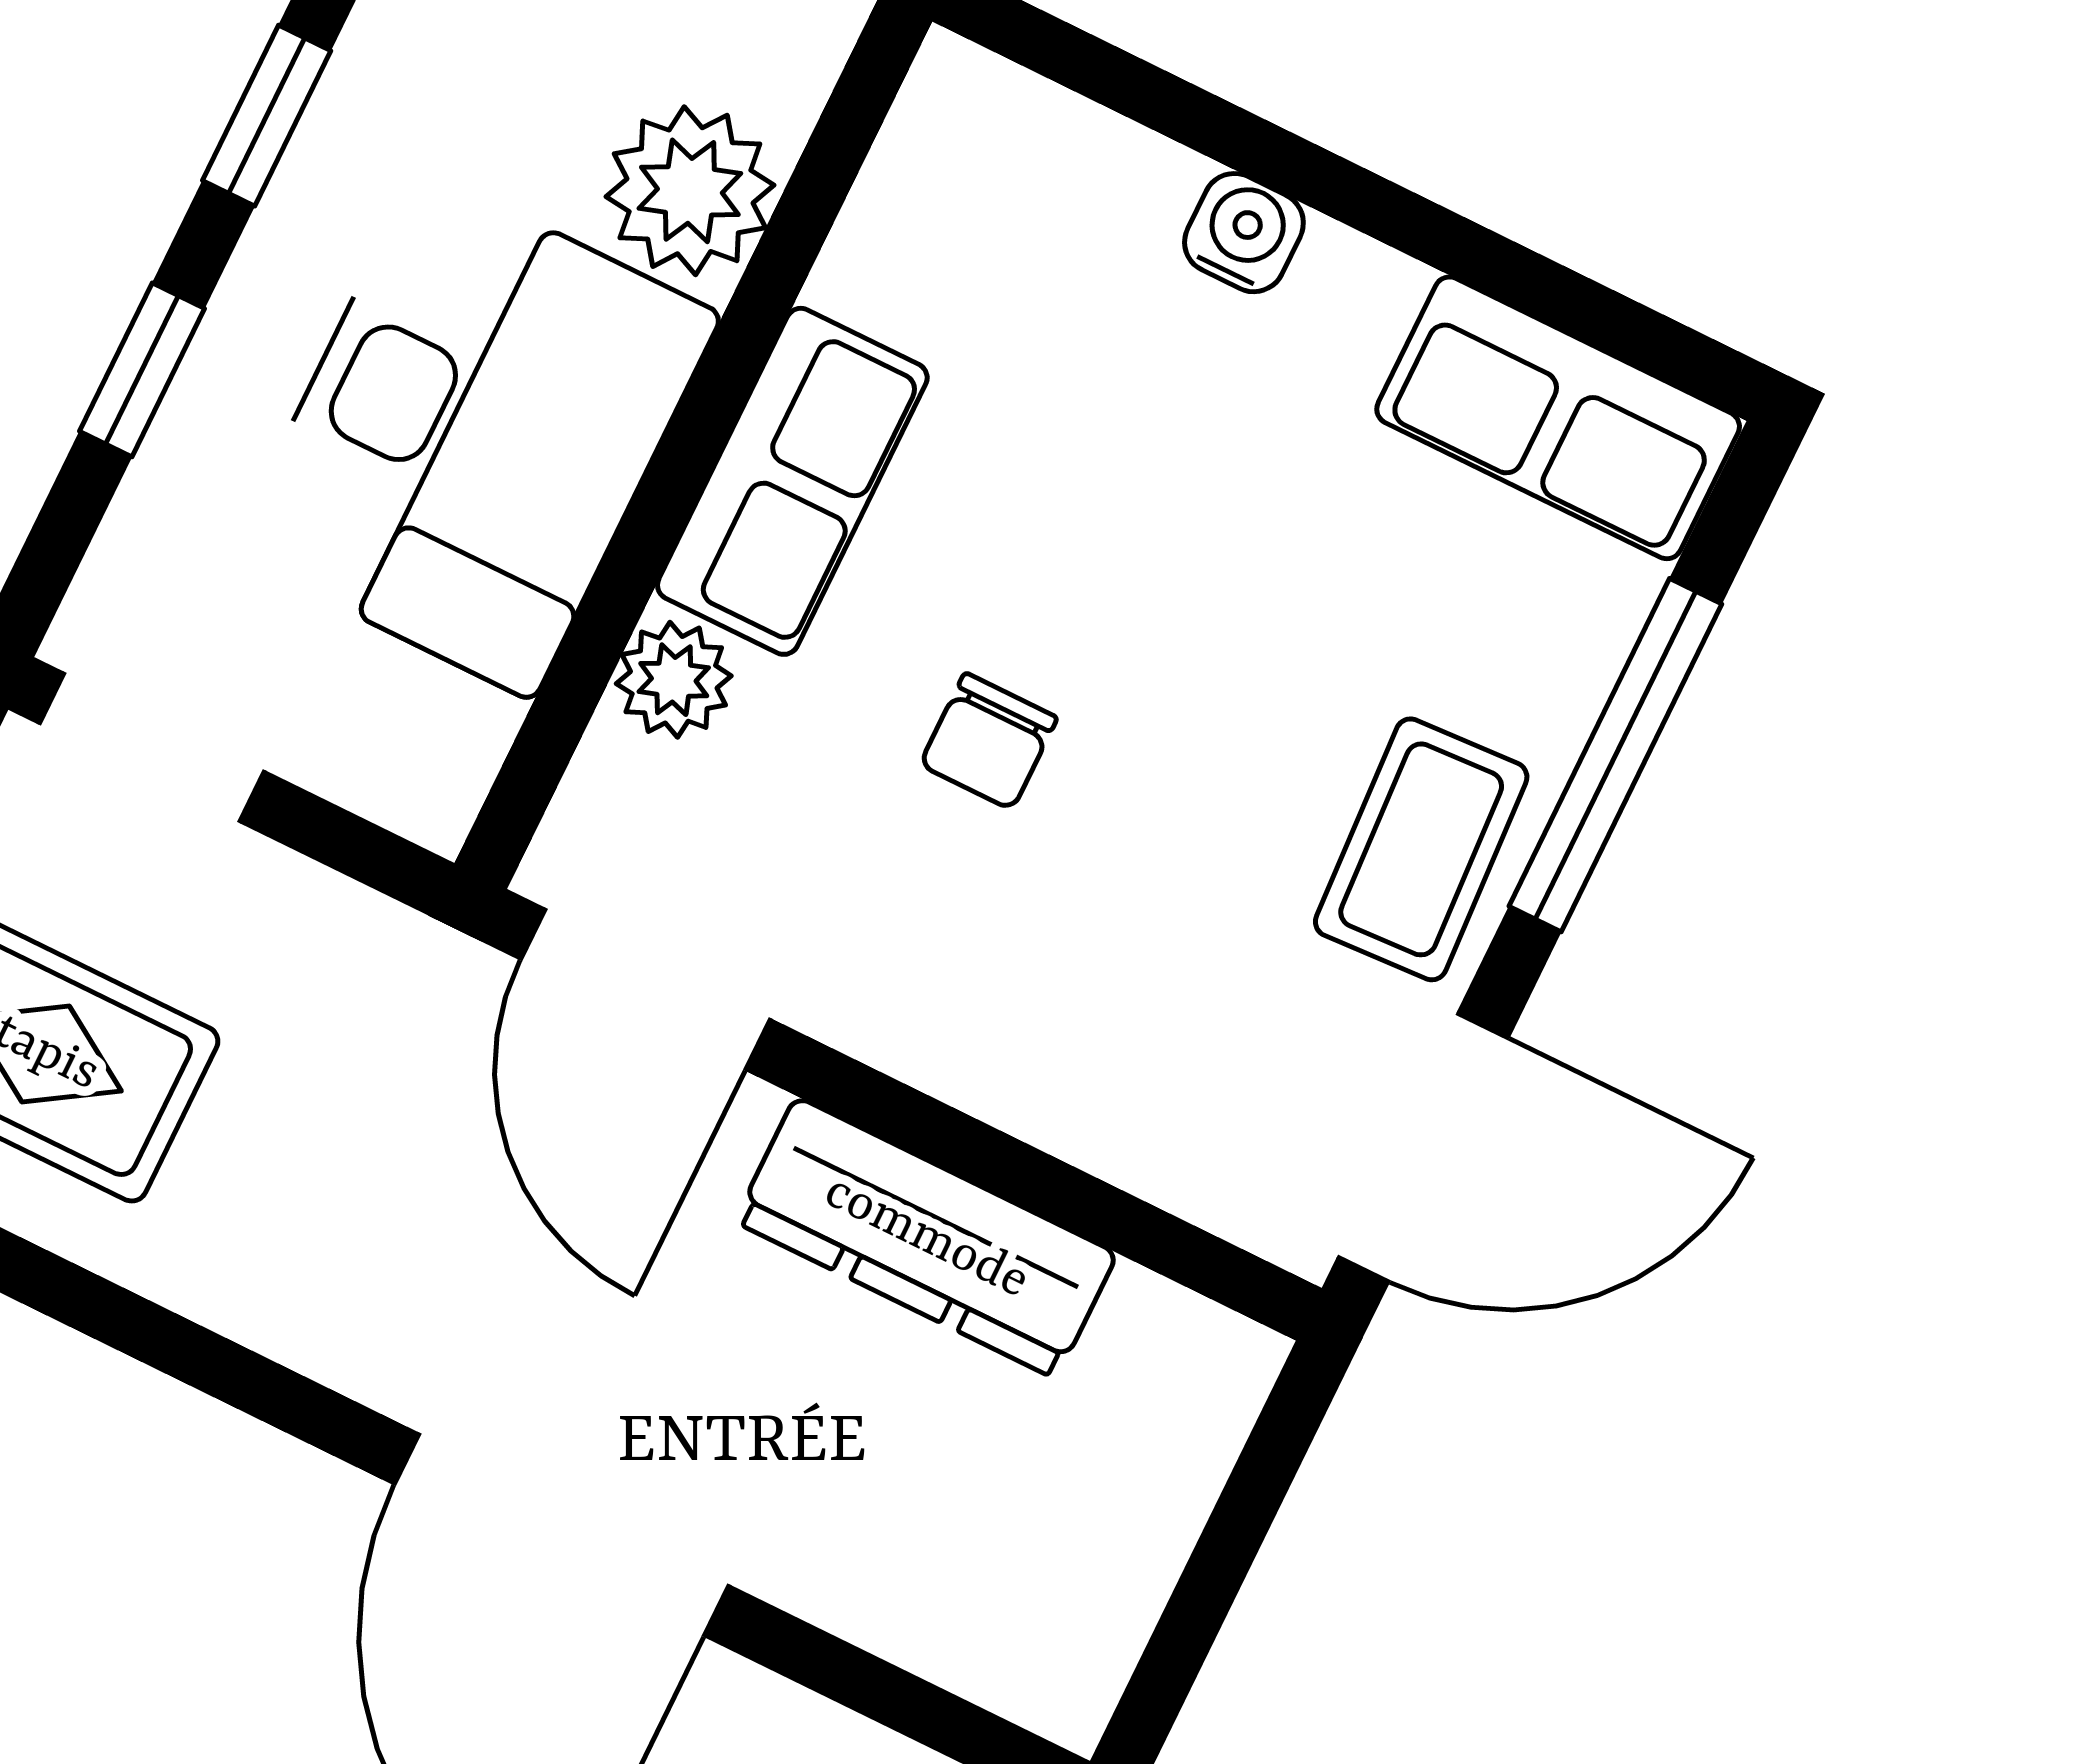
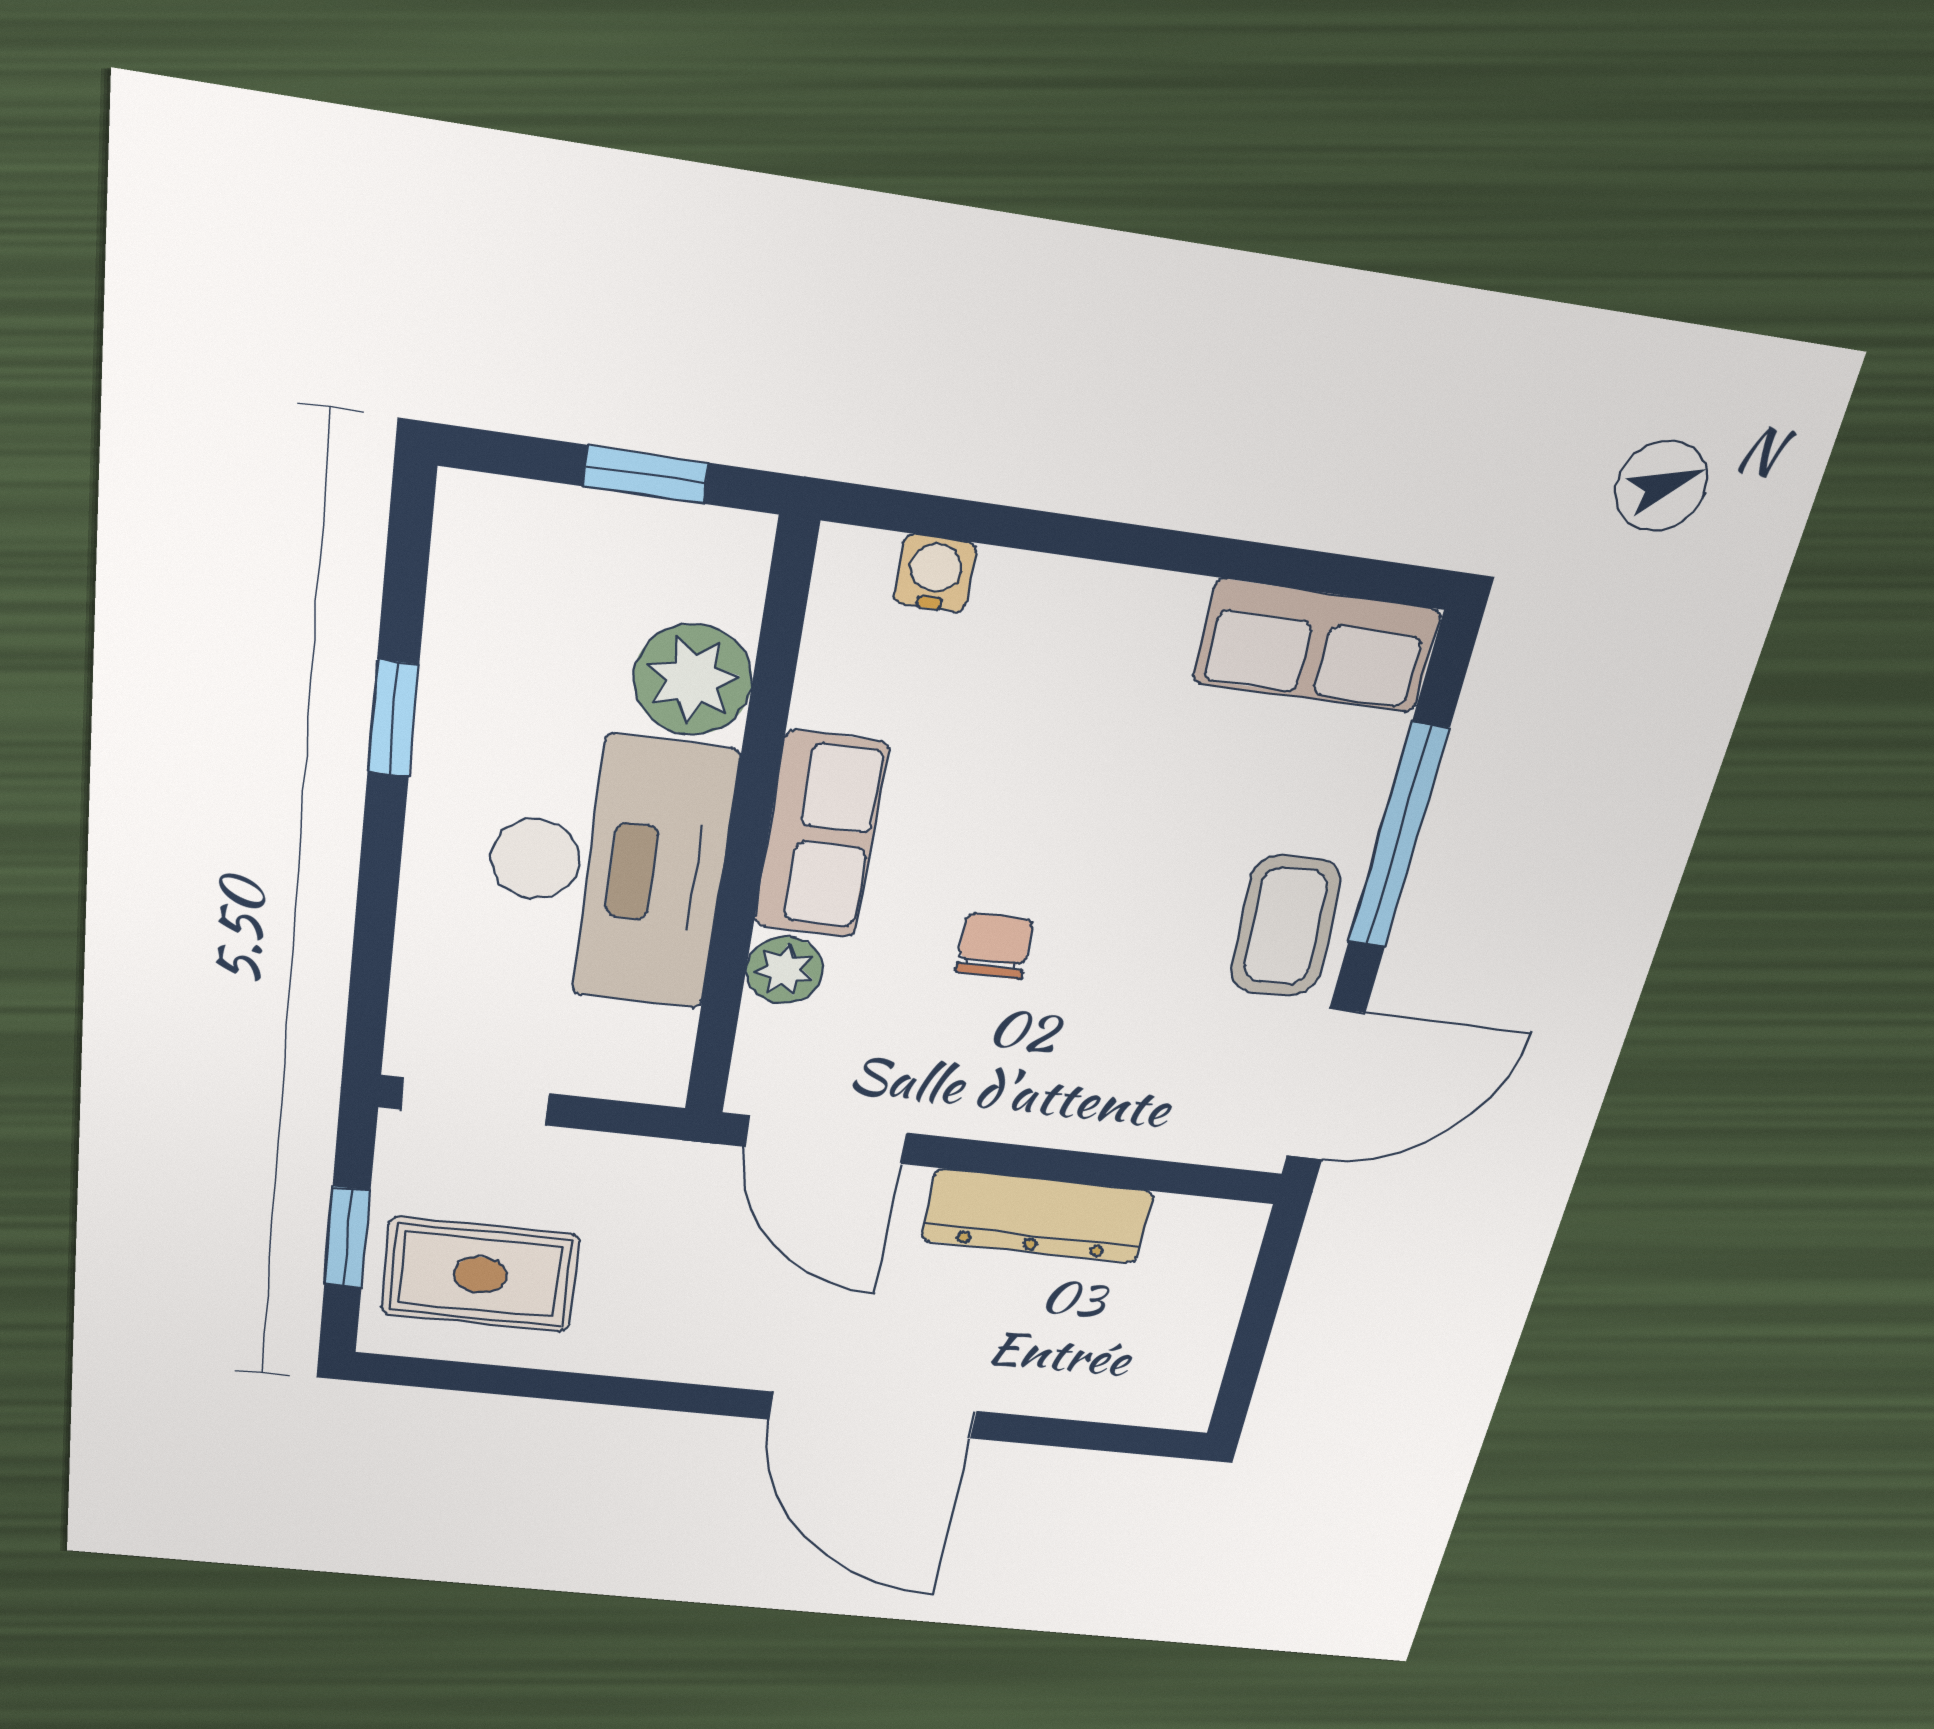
water cooler: (1244, 233) -> (935, 573), moved
window: (142, 370) -> (377, 895), removed
chair: (989, 741) -> (995, 946), turned 180

